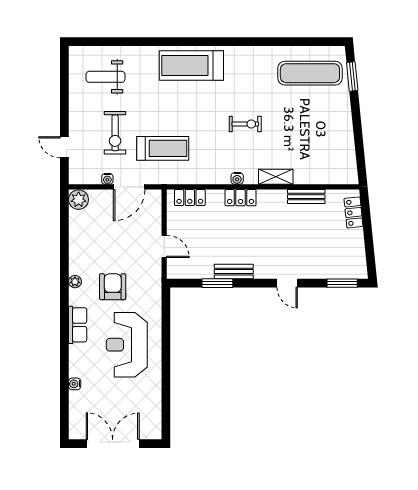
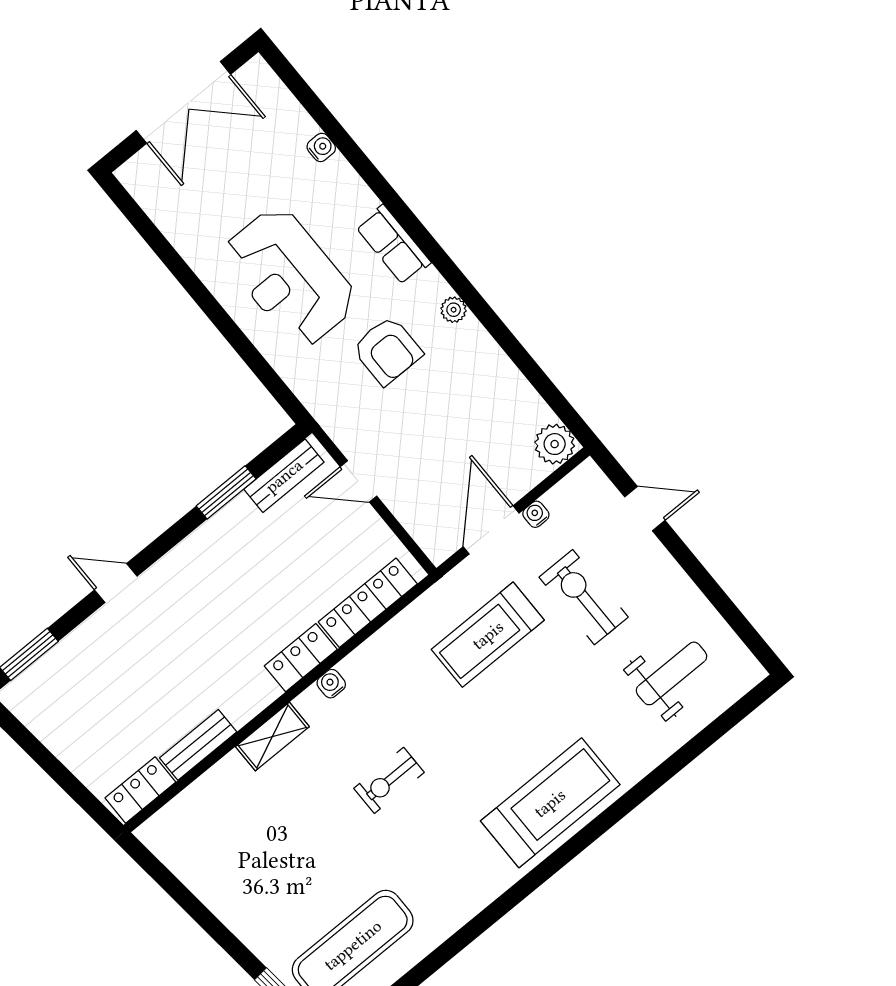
locker: (190, 198) -> (368, 603), width x1.53
locker: (354, 212) -> (140, 790), moved, turned -84
bench: (234, 272) -> (284, 476), moved
reception desk: (127, 345) -> (290, 277), turned 180

